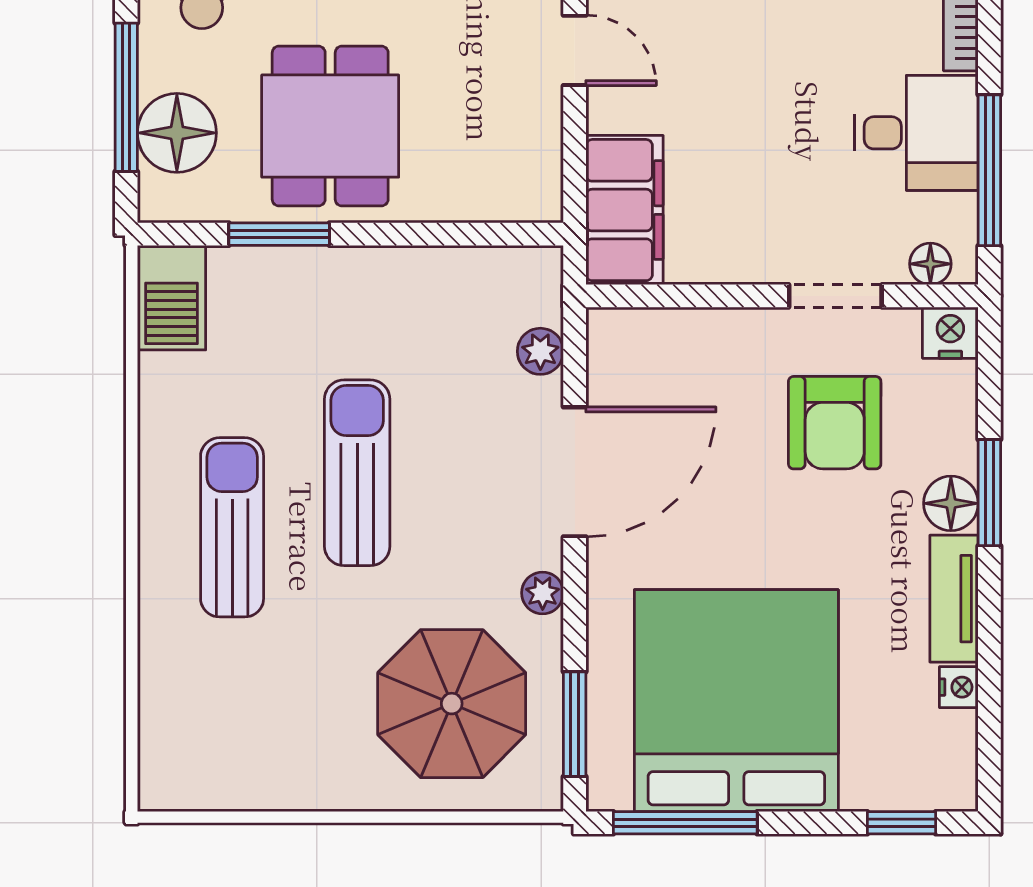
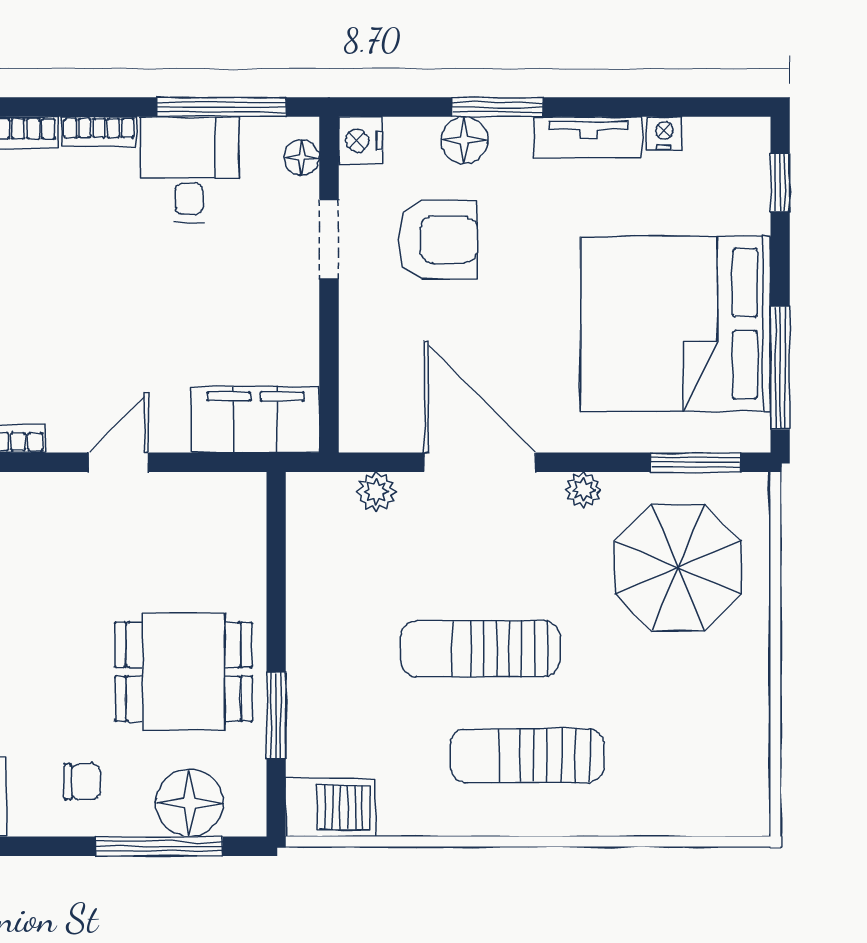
floor lamp: (951, 503) -> (464, 140), moved

